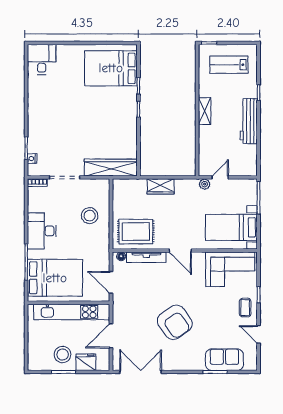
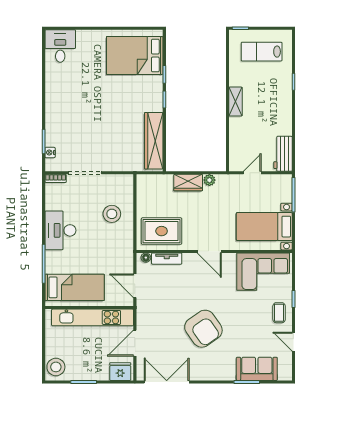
workbench: (249, 121) -> (283, 154), moved, width x0.73
wardrobe: (111, 168) -> (154, 141), moved, turned -90
plant: (205, 184) -> (209, 180), moved
tv unit: (146, 257) -> (167, 259), width x0.71
bed: (55, 278) -> (75, 287), width x0.67
stool: (63, 355) -> (56, 367), moved
fridge: (86, 362) -> (120, 372), moved

